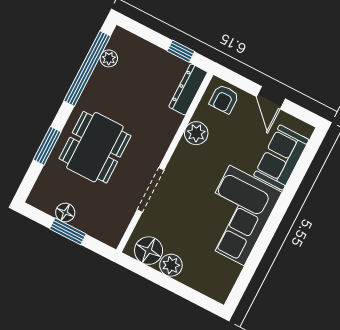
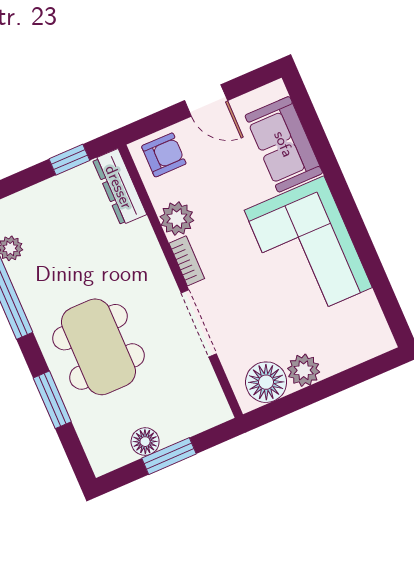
armchair: (224, 99) -> (164, 155), turned -90
bookcase: (178, 157) -> (187, 261), added

